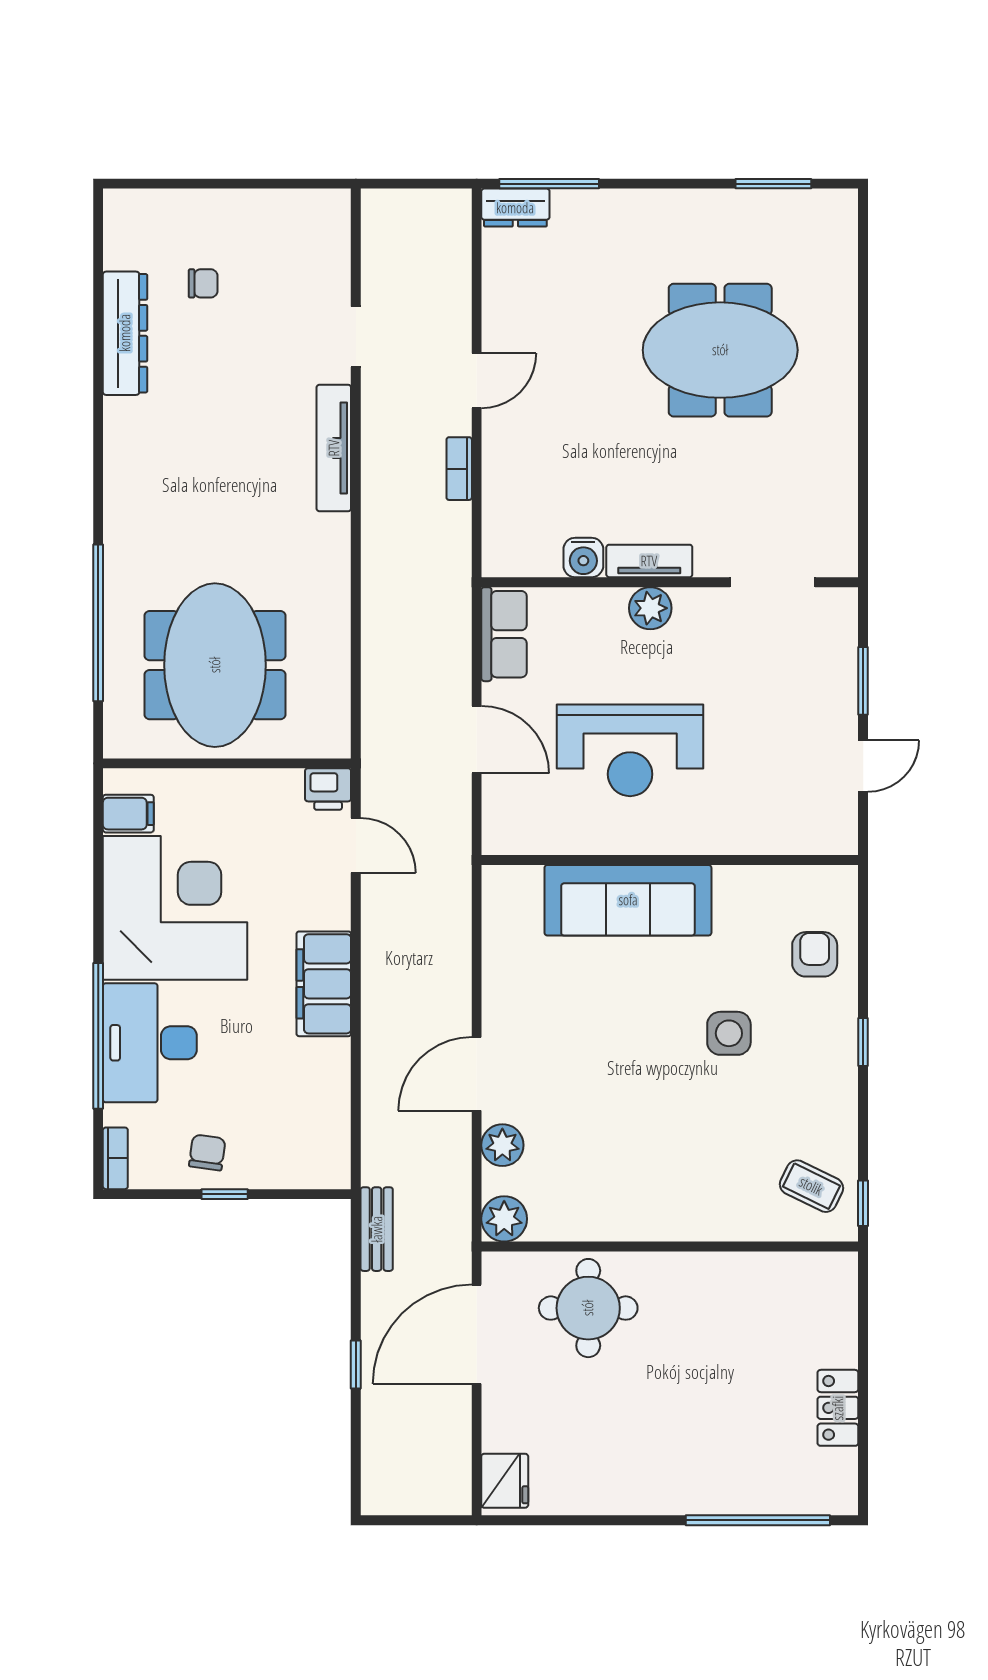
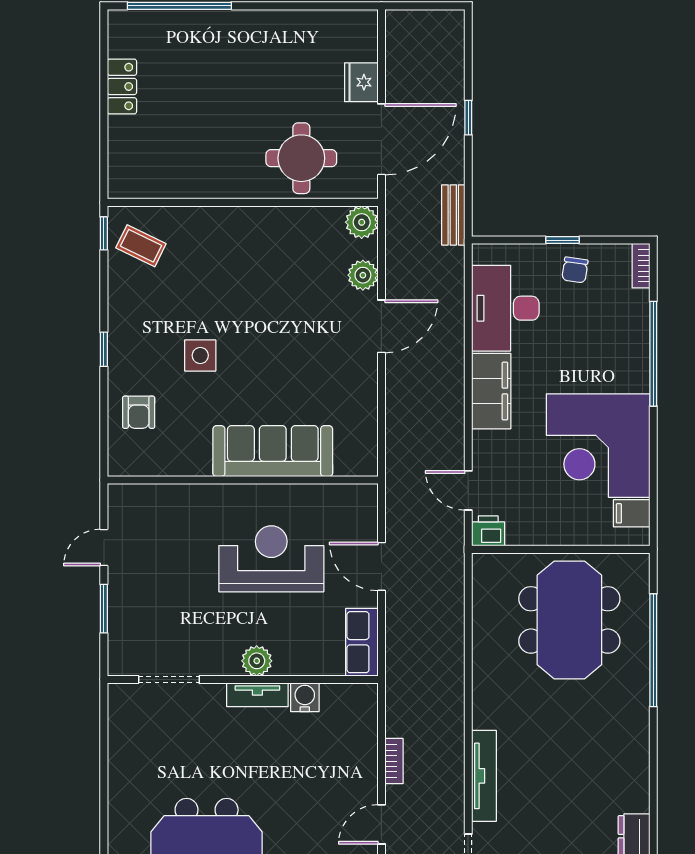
desk: (150, 1043) -> (505, 308), moved, turned 180
fridge: (505, 1481) -> (361, 82), moved

